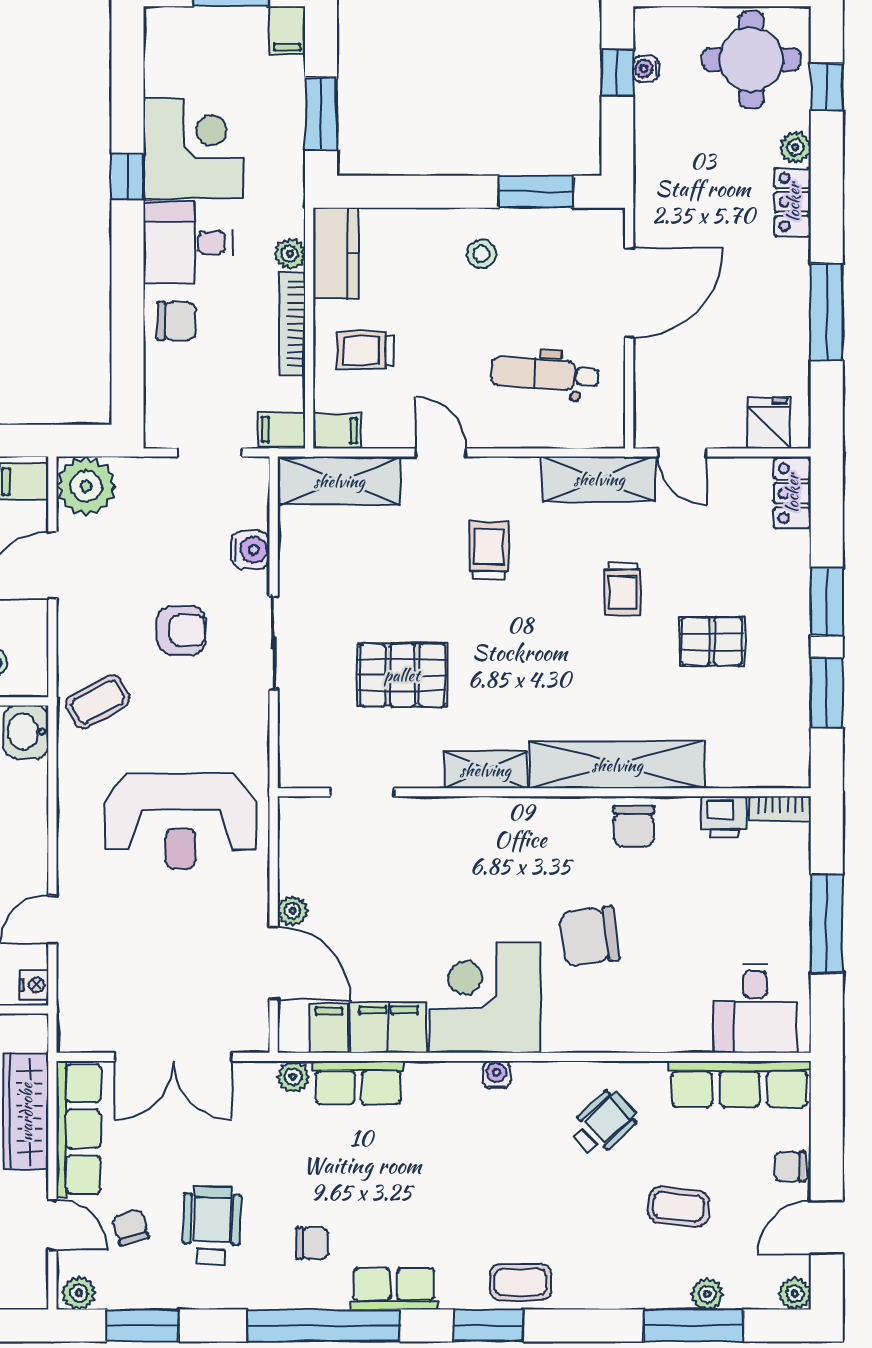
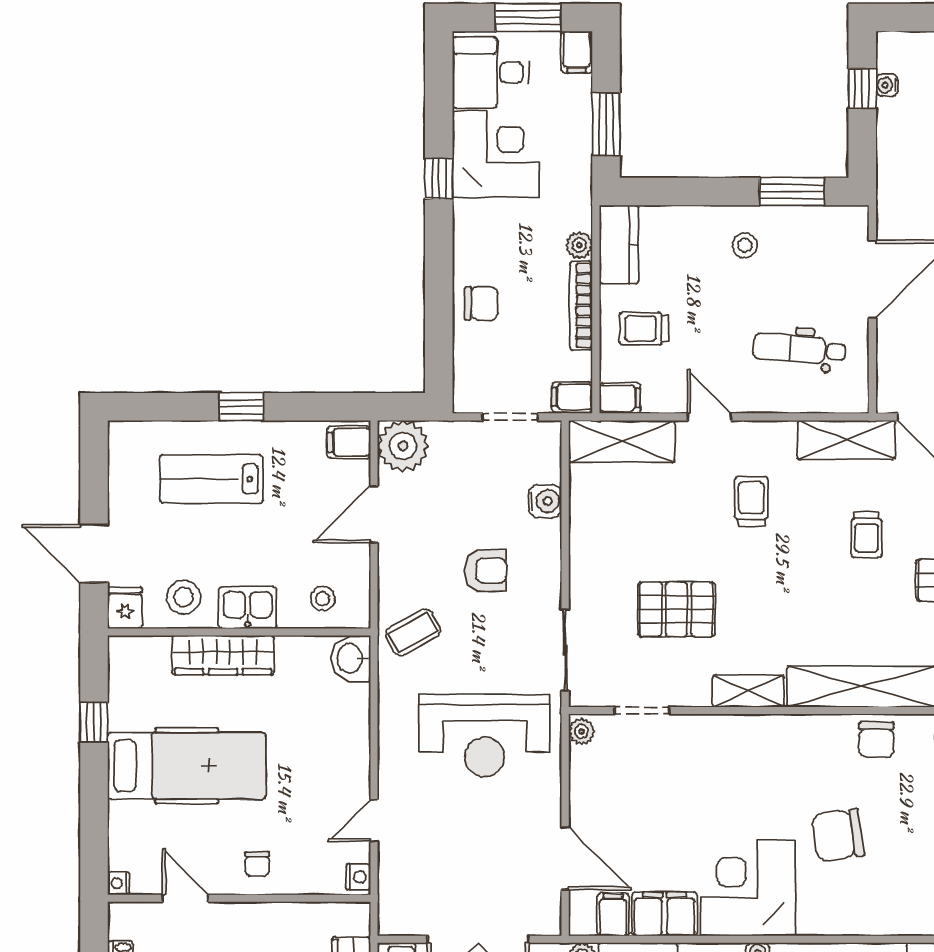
desk: (188, 243) -> (491, 72), moved
sliding door: (274, 643) -> (565, 650), moved
plant: (293, 911) -> (582, 731), moved

